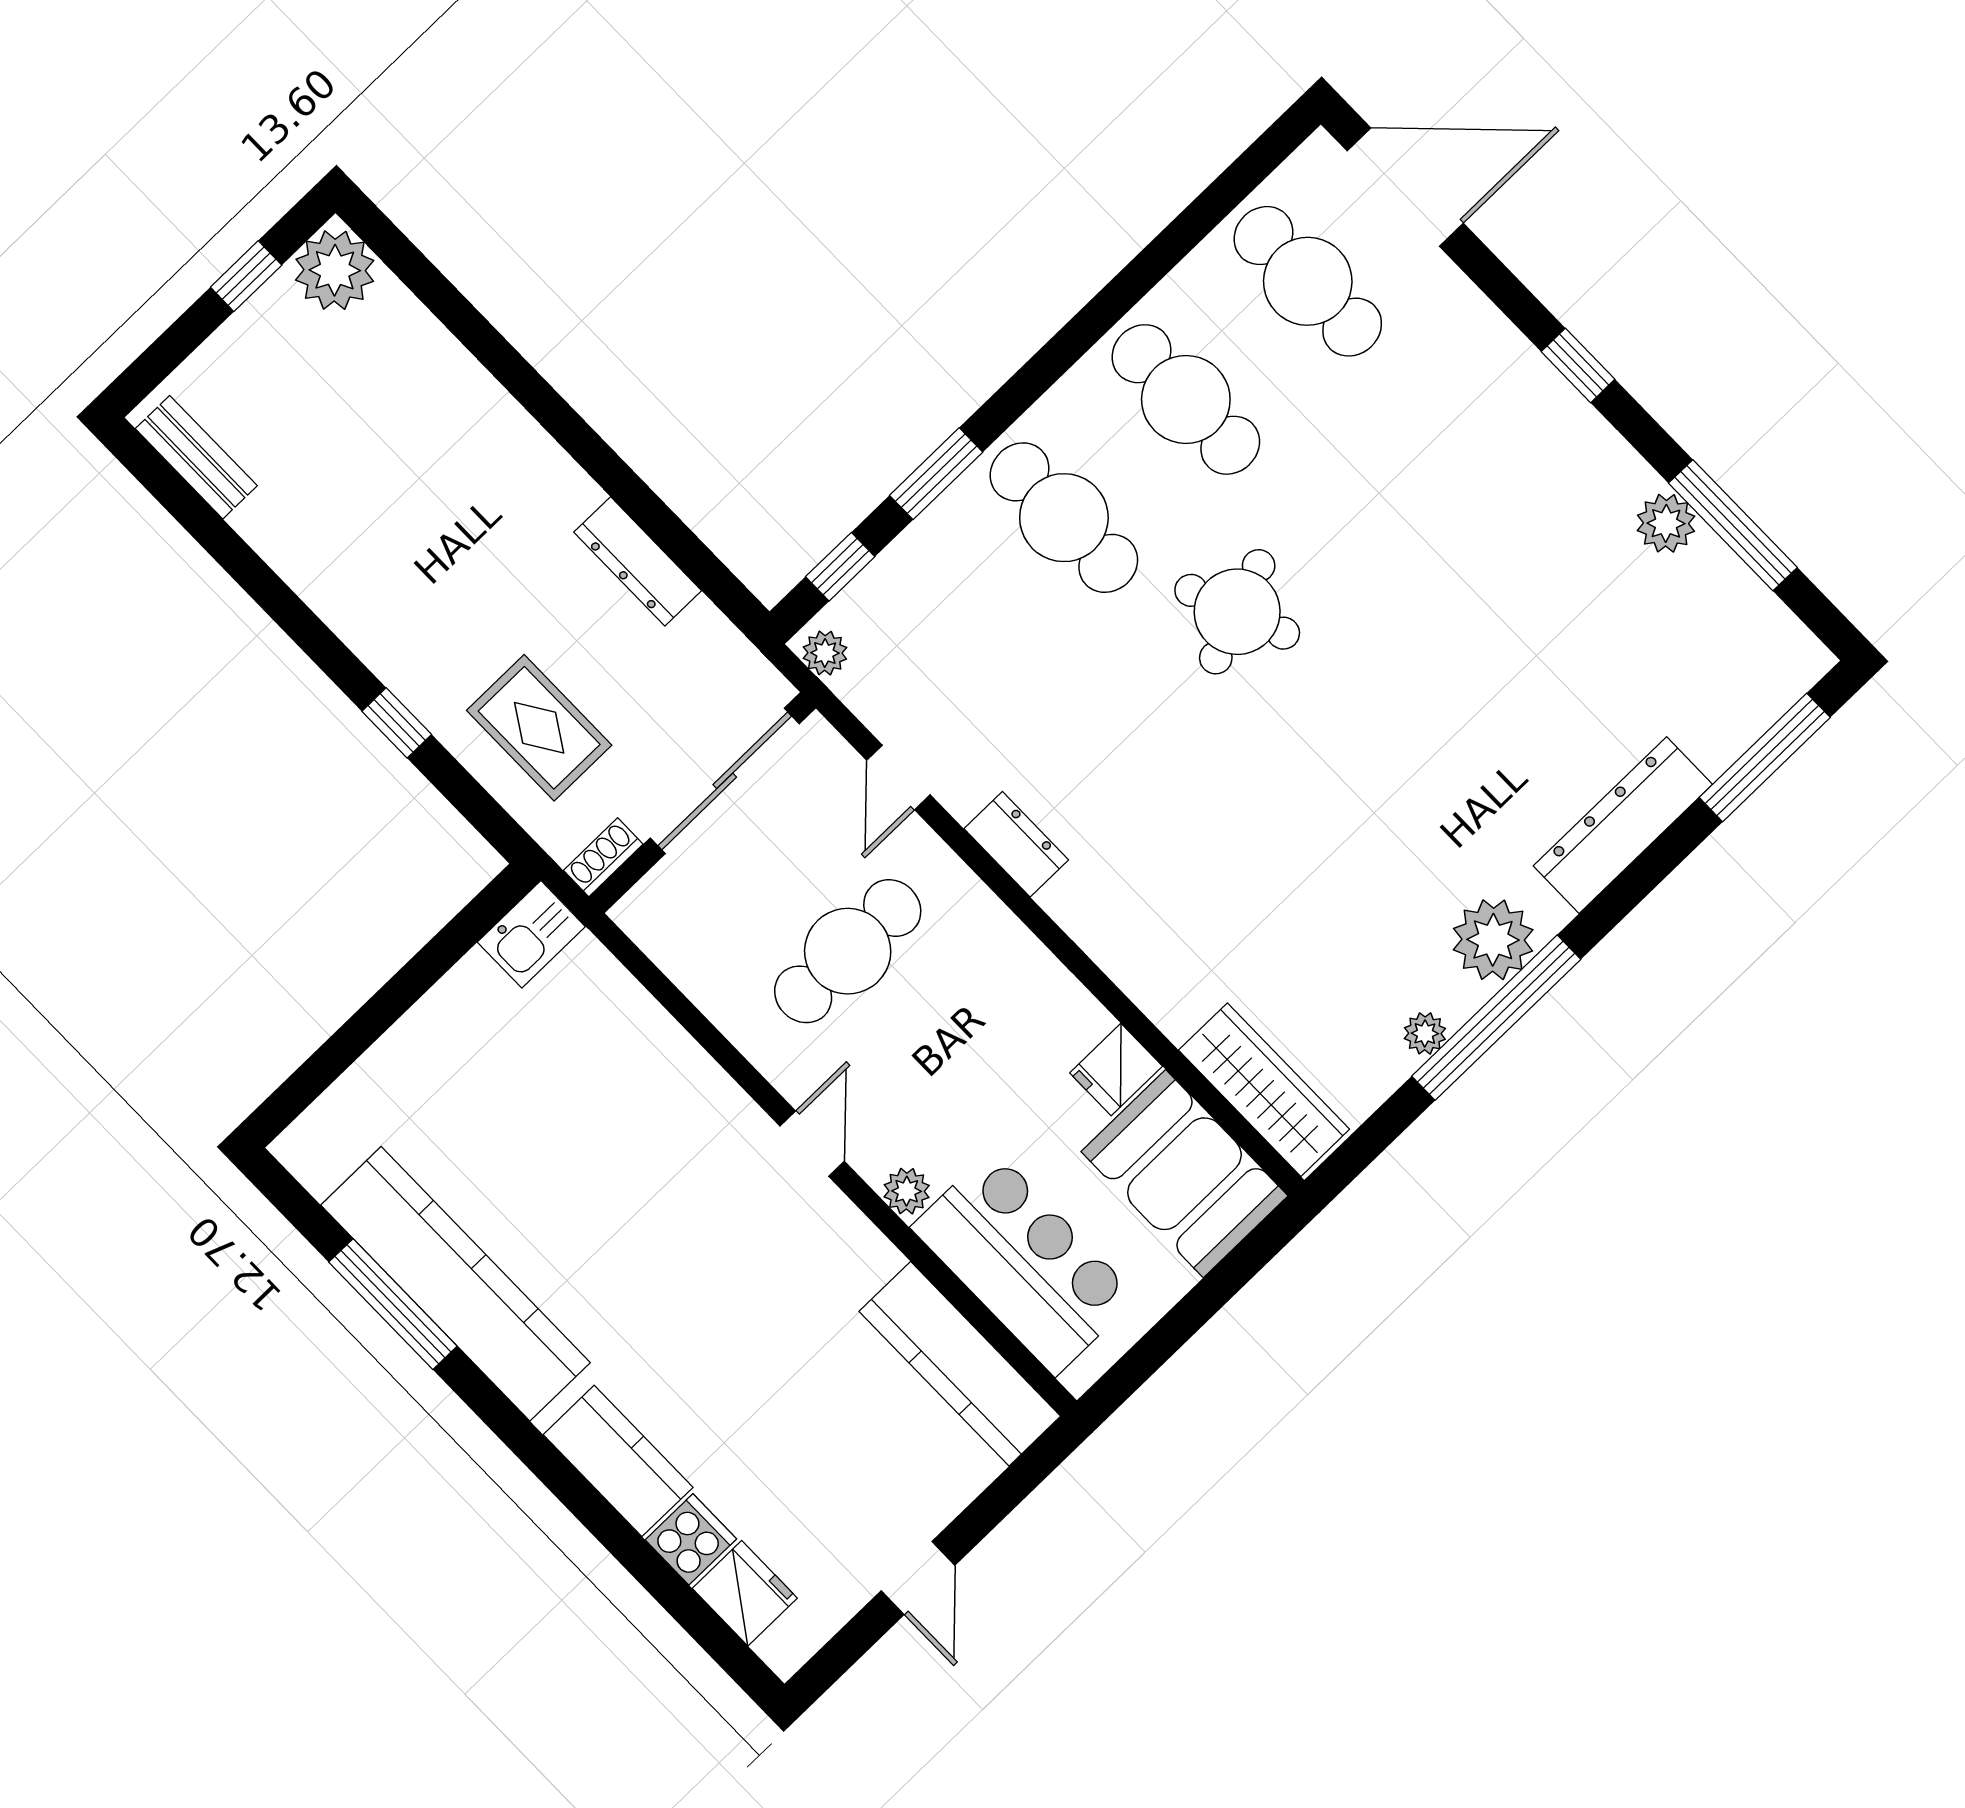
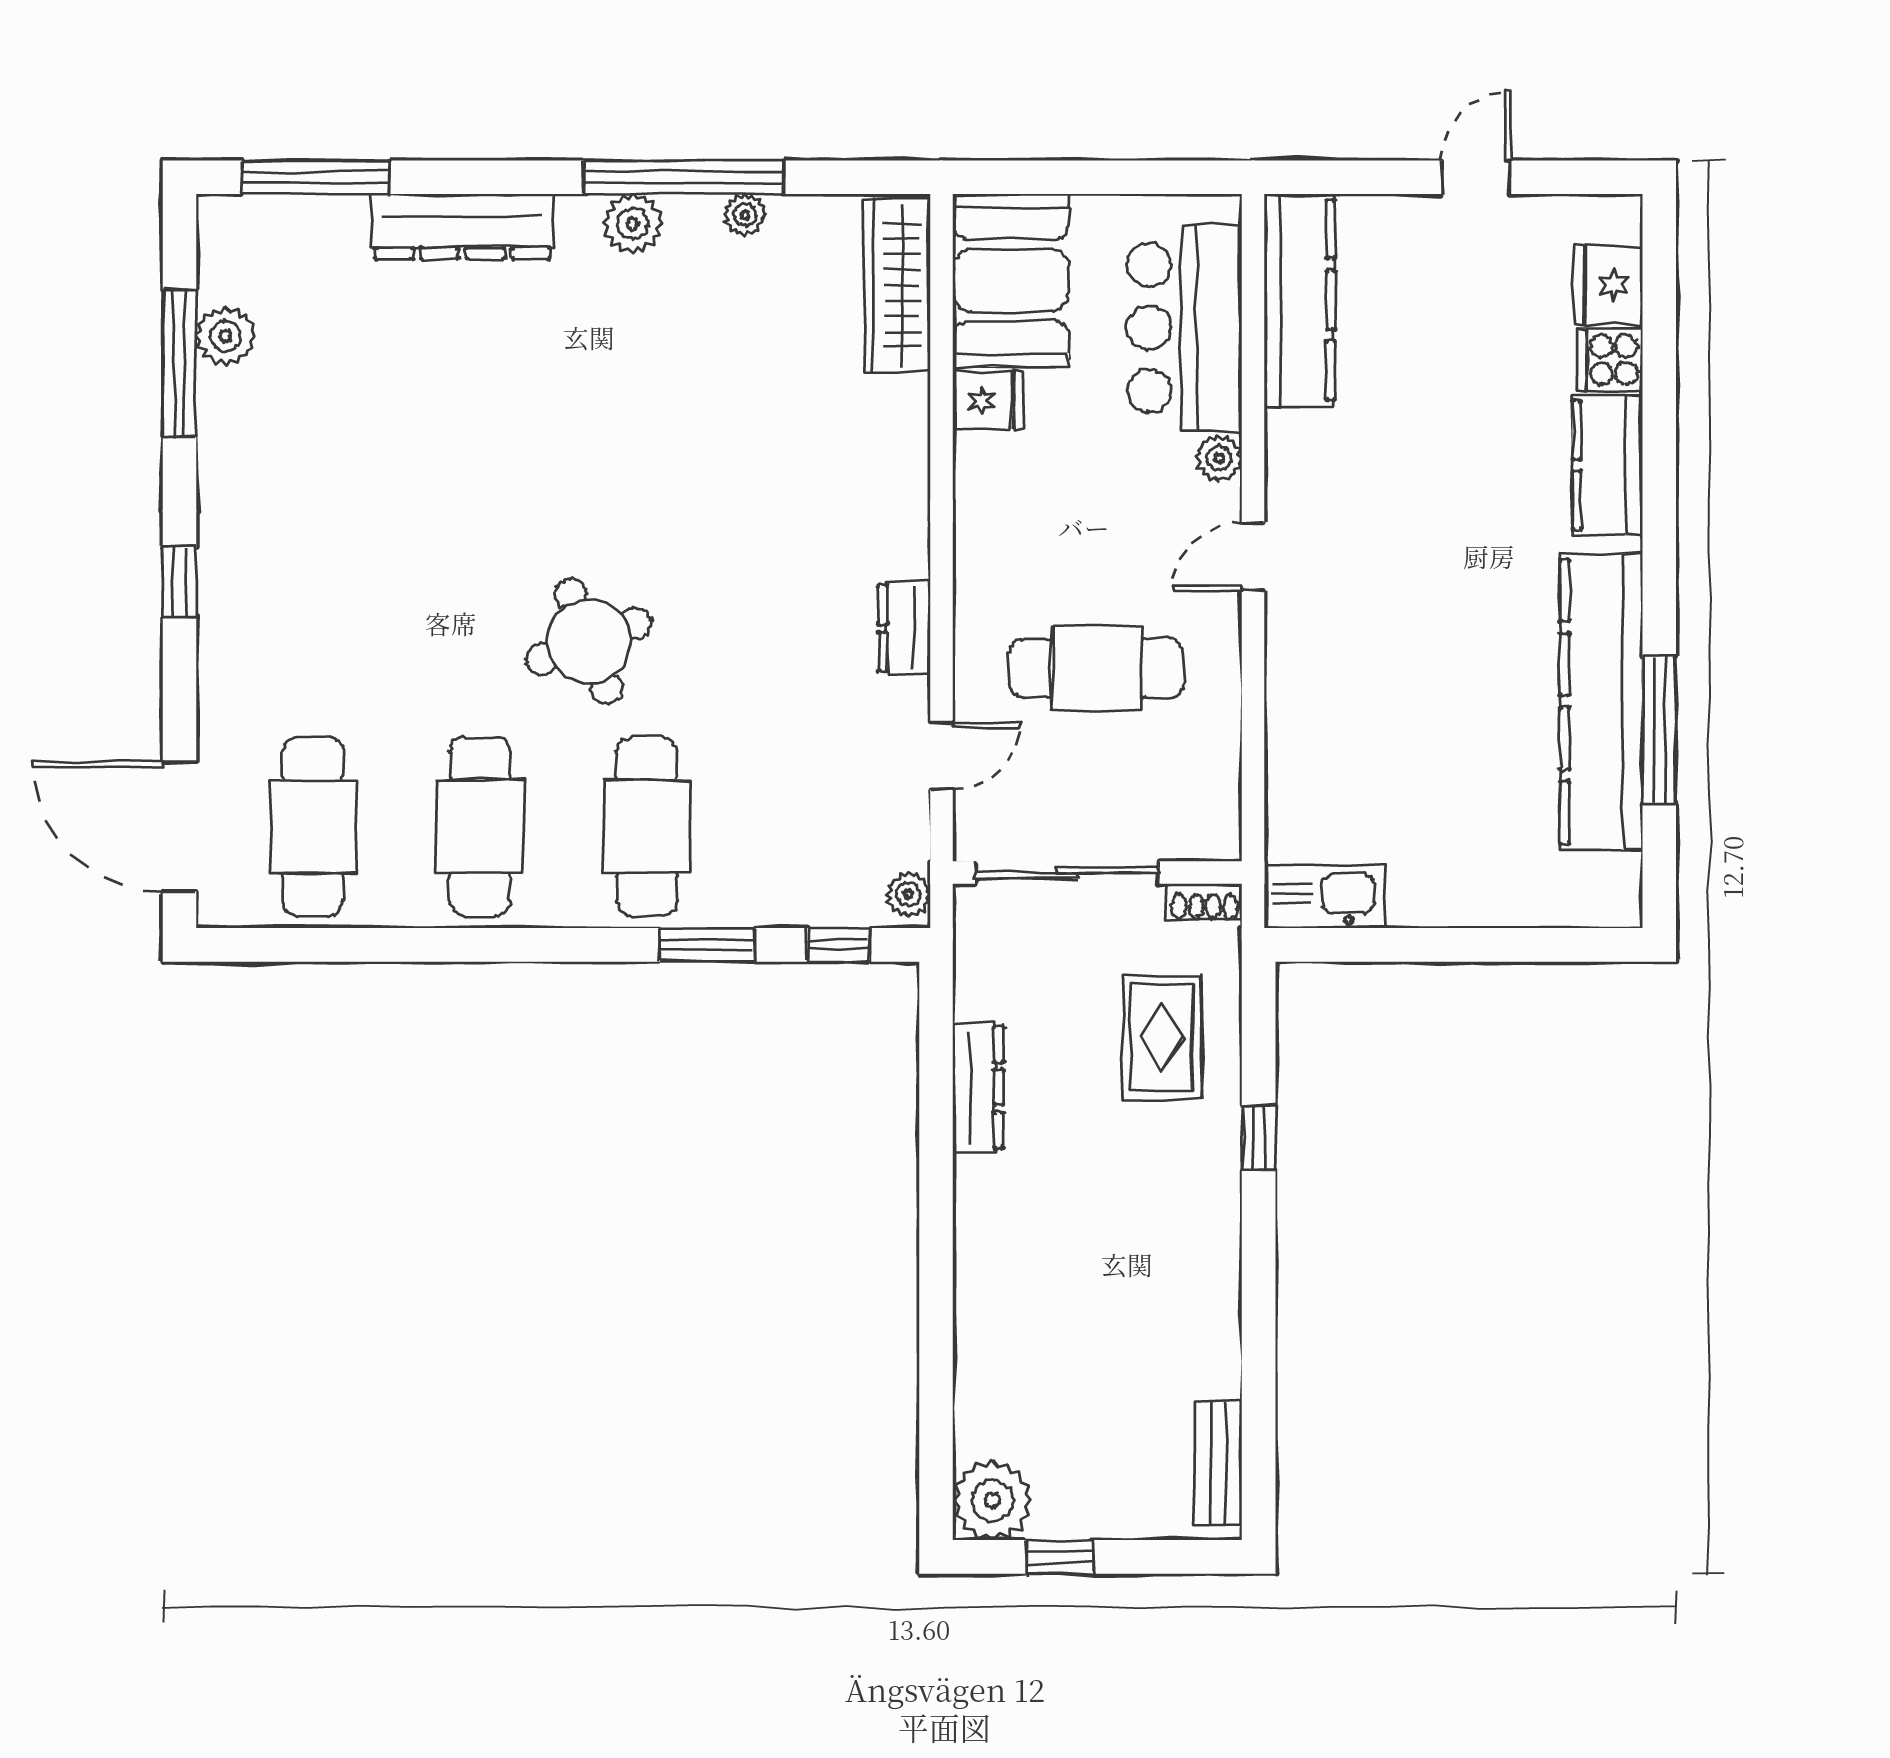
plant: (1666, 523) -> (225, 336), moved
kitchen sink: (531, 934) -> (1325, 897), width x1.38
plant: (1493, 940) -> (633, 224), width x0.73, depth x0.73

